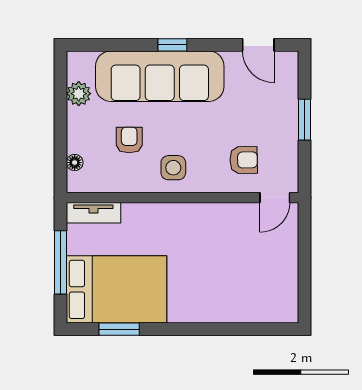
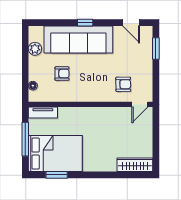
window: (304, 120) -> (156, 48), moved
armchair: (129, 140) -> (62, 74), turned 90
side table: (173, 168) -> (86, 88), removed
wardrobe: (265, 310) -> (135, 165), added

